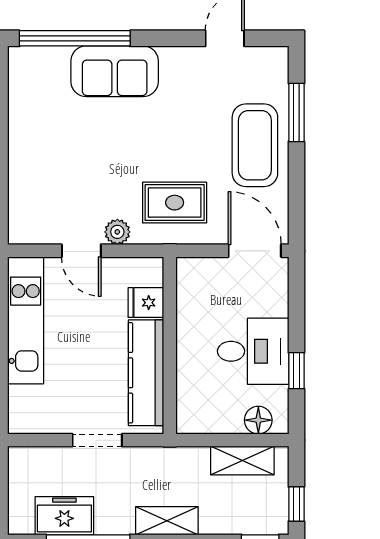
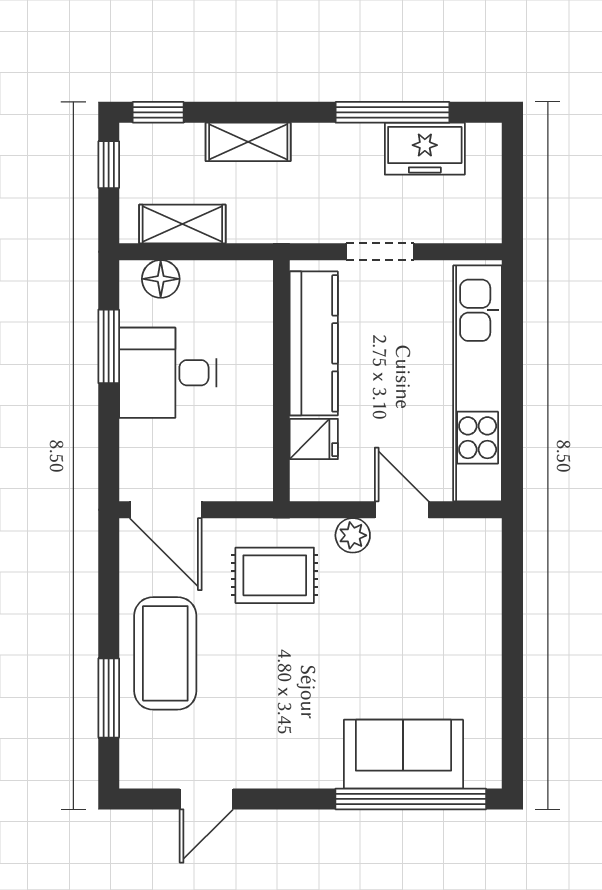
sofa: (115, 71) -> (403, 754), moved
kitchen unit: (26, 320) -> (478, 383), width x1.36
window: (296, 371) -> (109, 346), width x1.50
shelving: (167, 521) -> (248, 142), moved

